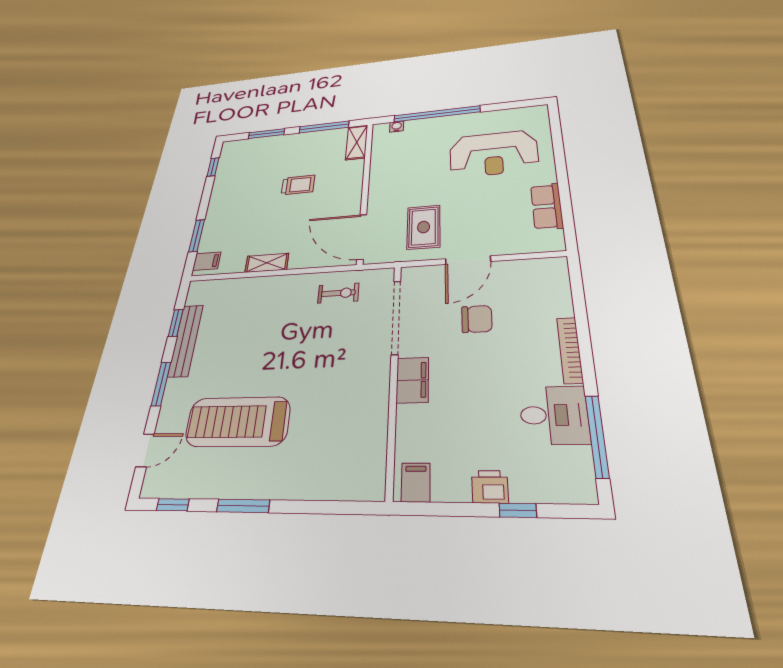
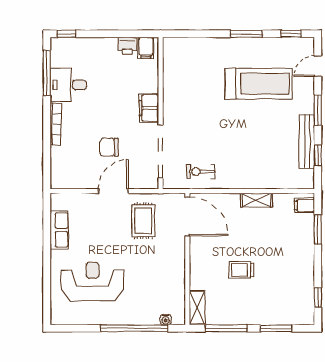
printer: (490, 487) -> (127, 46), moved
window: (518, 510) -> (66, 34), moved

